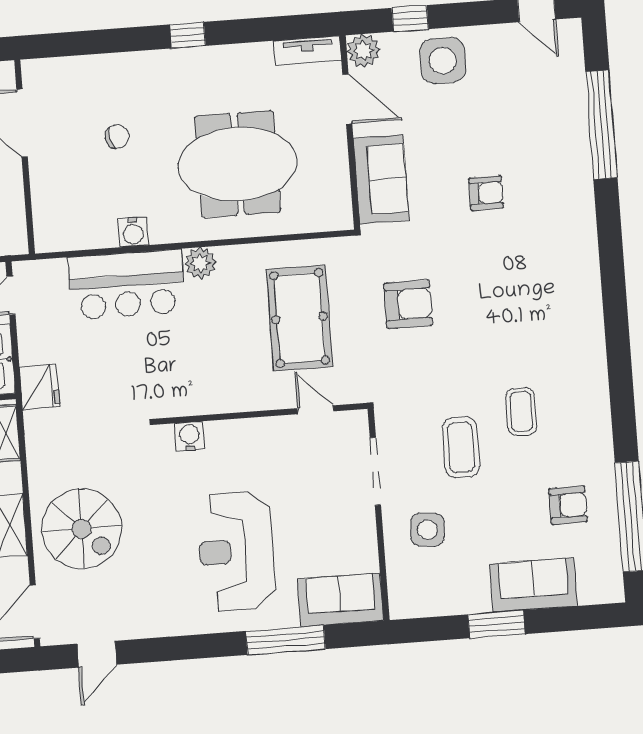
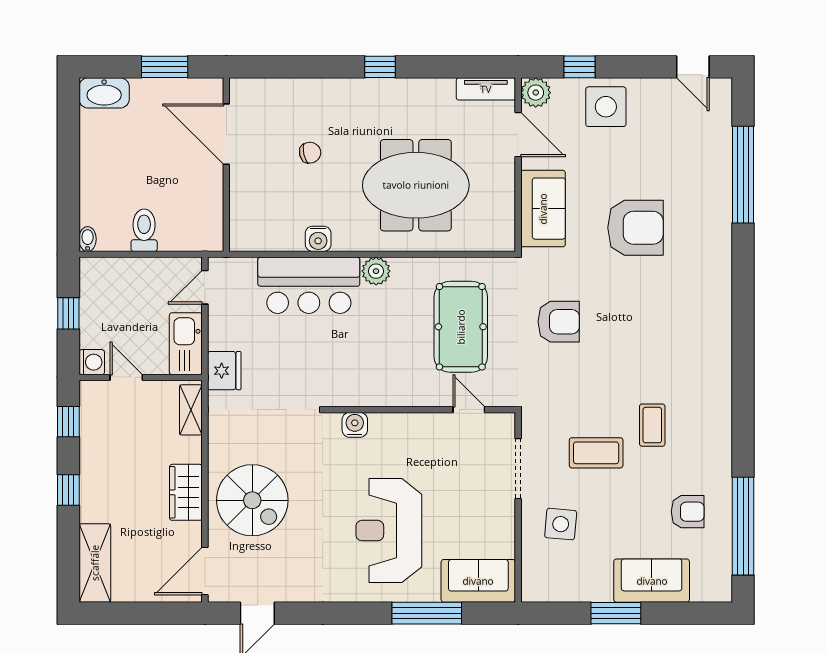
armchair: (486, 193) -> (635, 228), width x1.88, depth x1.88
coffee table: (461, 447) -> (596, 453), turned 90

